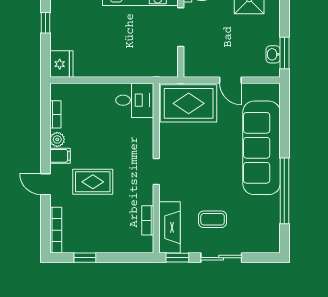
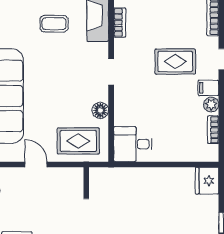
rug: (189, 103) -> (78, 141), width x0.73, depth x0.70
floor lamp: (167, 134) -> (100, 110), added

